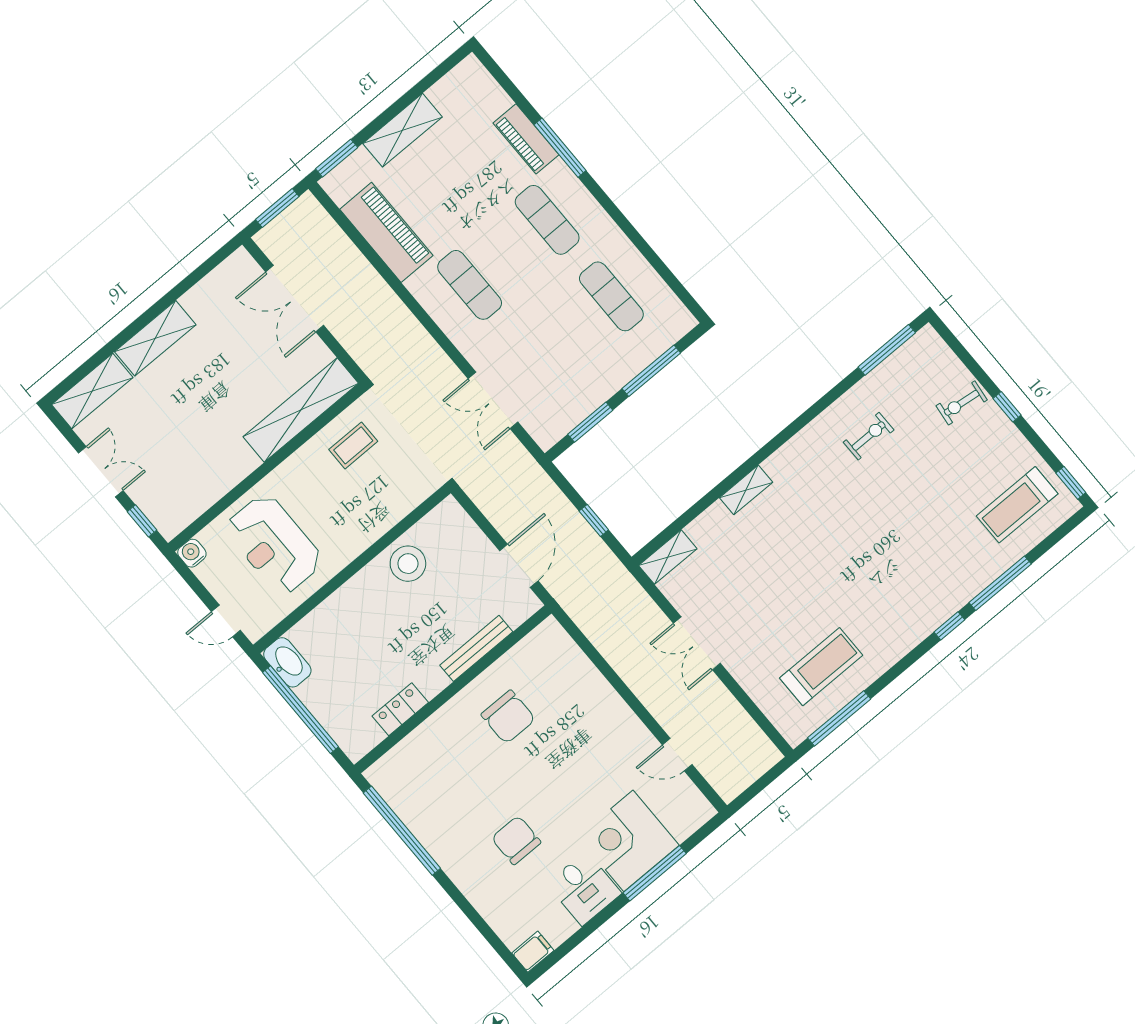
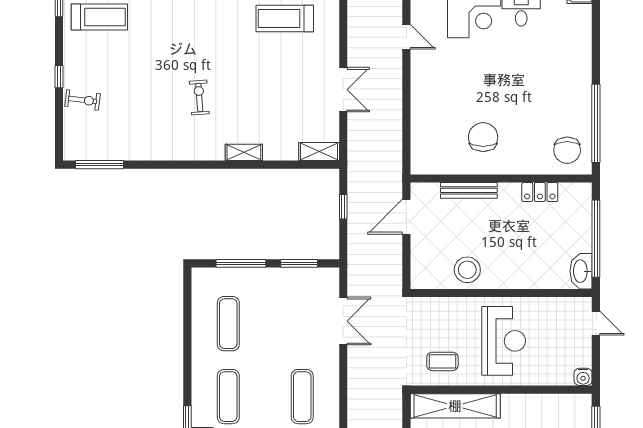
exercise bike: (869, 436) -> (199, 97), moved, turned 86
reception desk: (274, 544) -> (504, 341), moved
chair: (516, 840) -> (567, 150), moved

